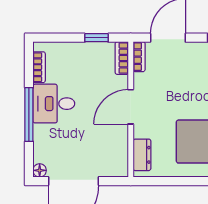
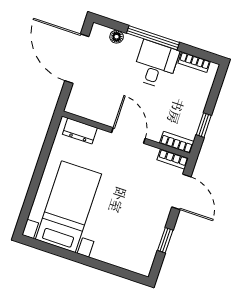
floor lamp: (40, 170) -> (117, 37), moved

